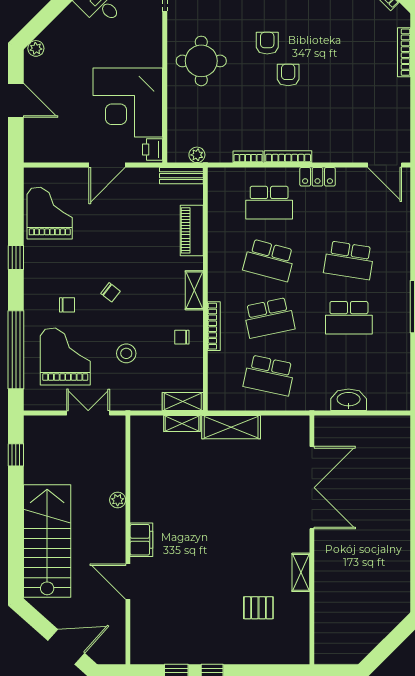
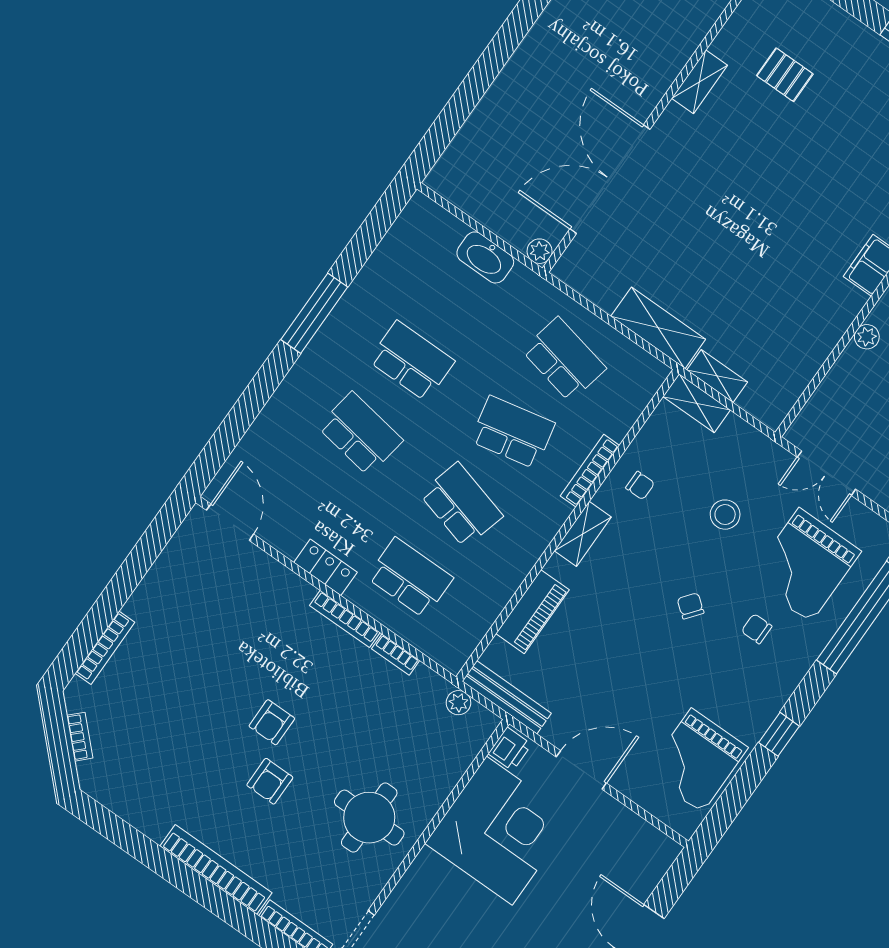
bench: (181, 176) -> (507, 697), width x1.36
plant: (322, 423) -> (540, 251), added

